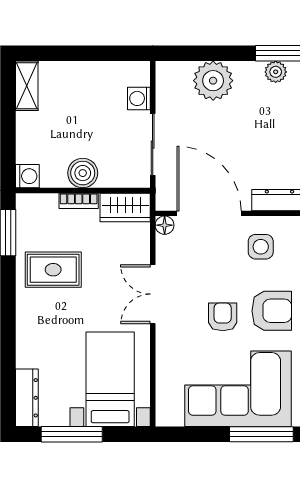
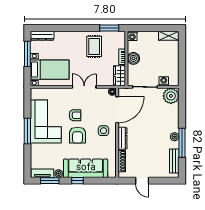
plant: (213, 81) -> (171, 96), moved

